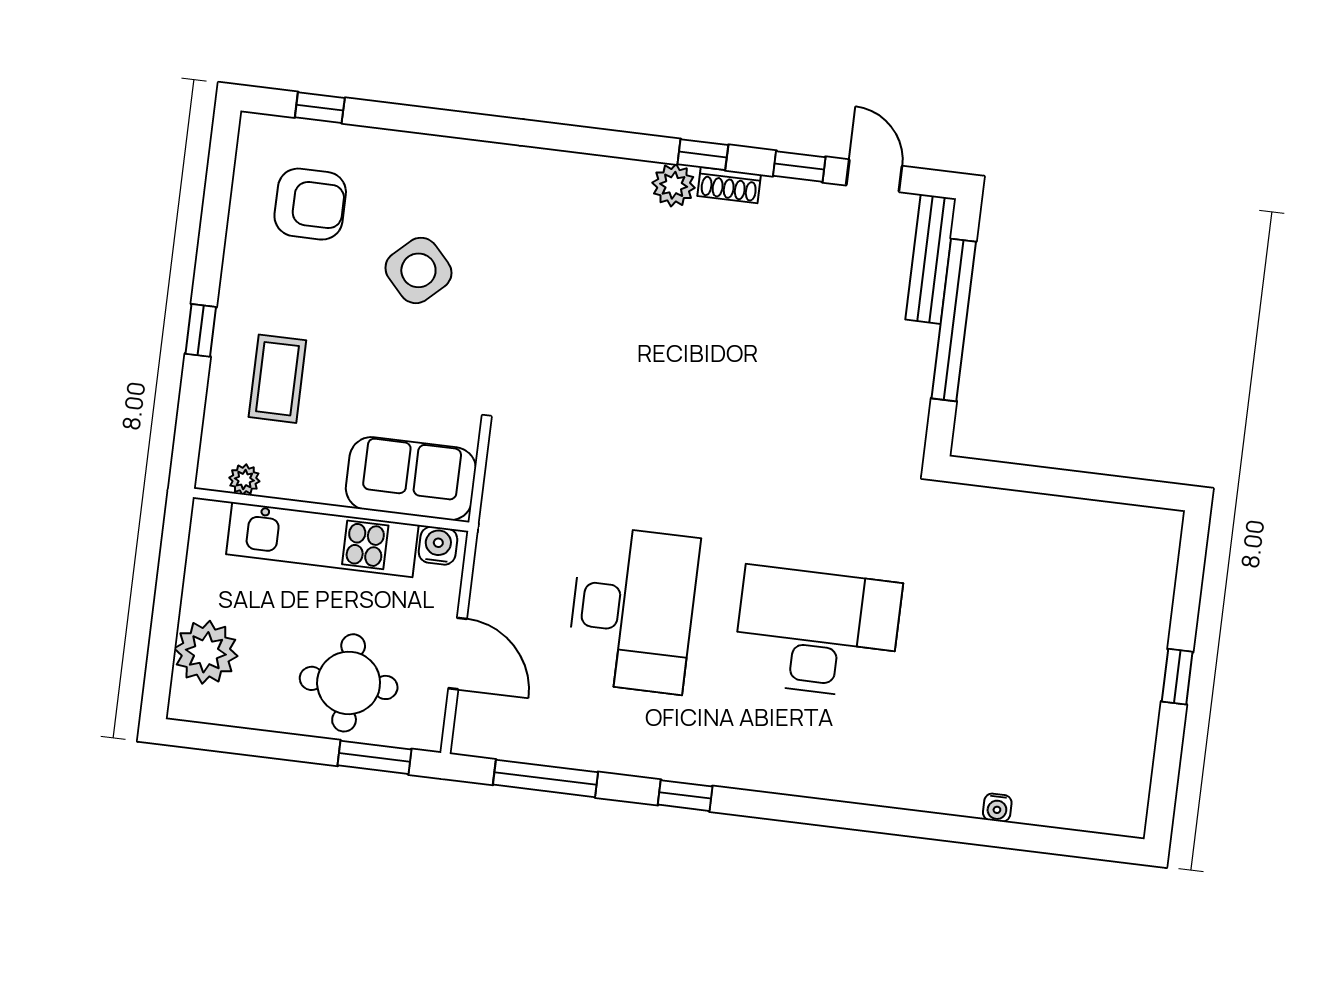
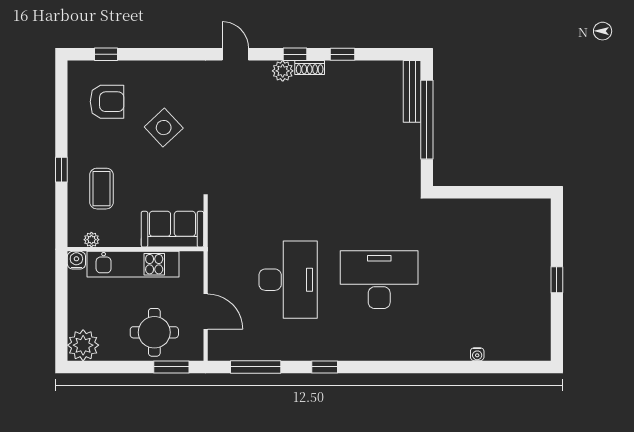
door: (874, 176) -> (235, 54), moved
water cooler: (438, 546) -> (76, 260), moved
plant: (206, 652) -> (83, 345), moved

